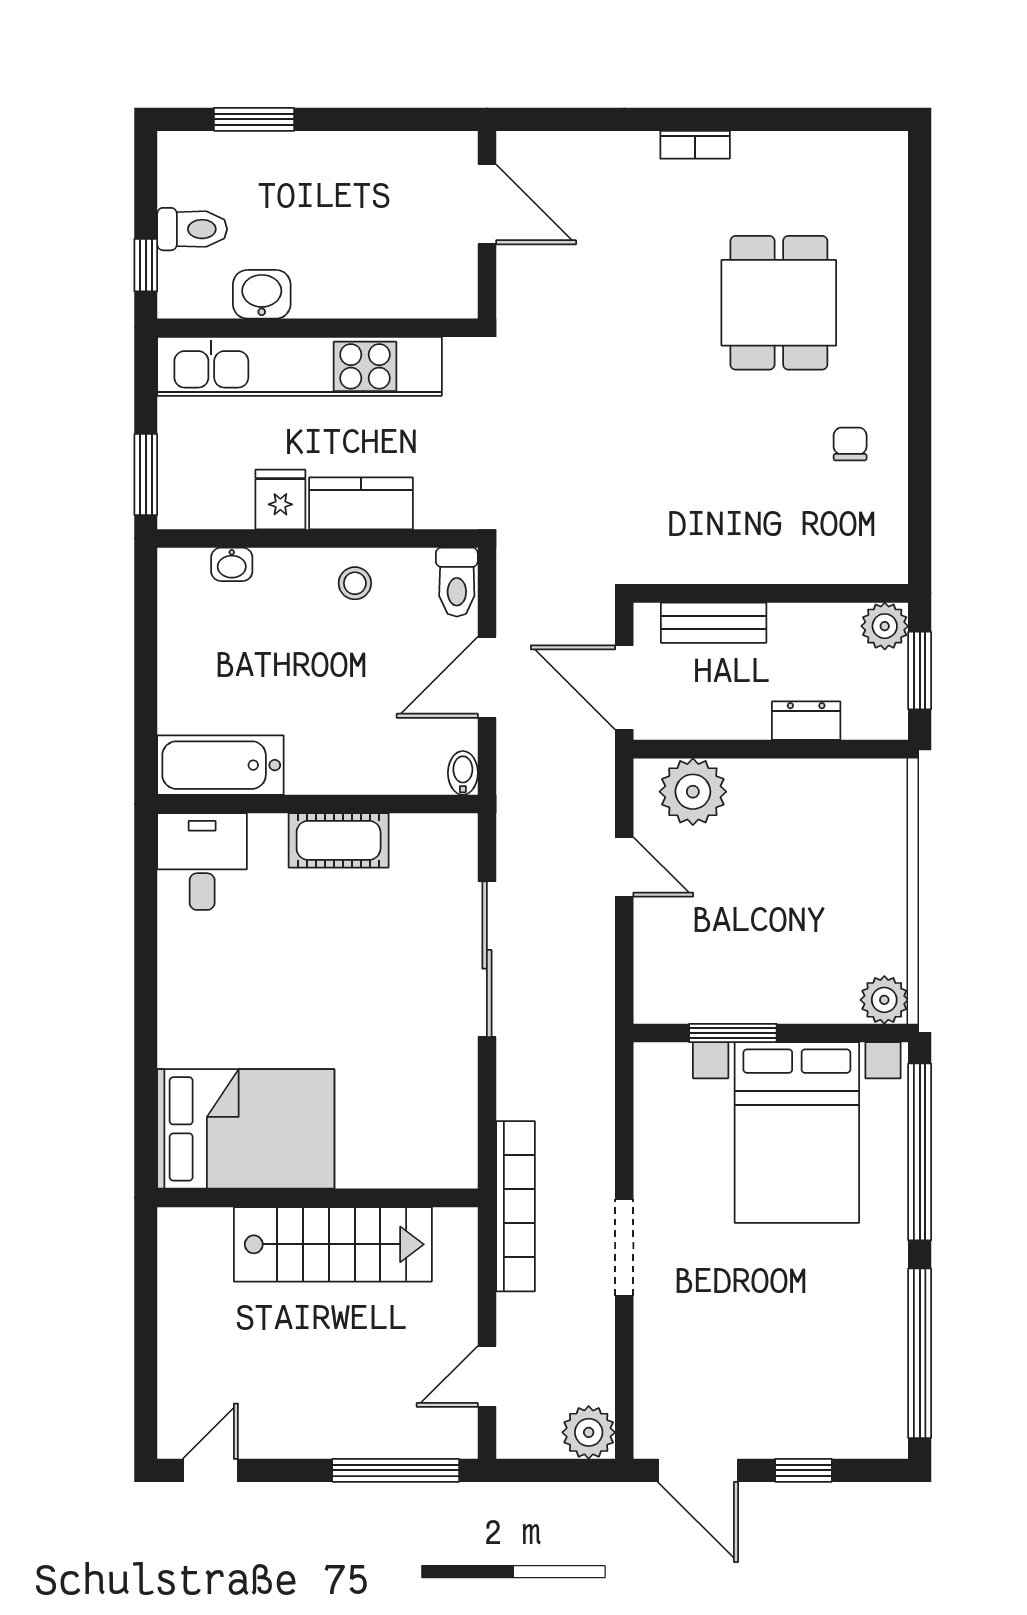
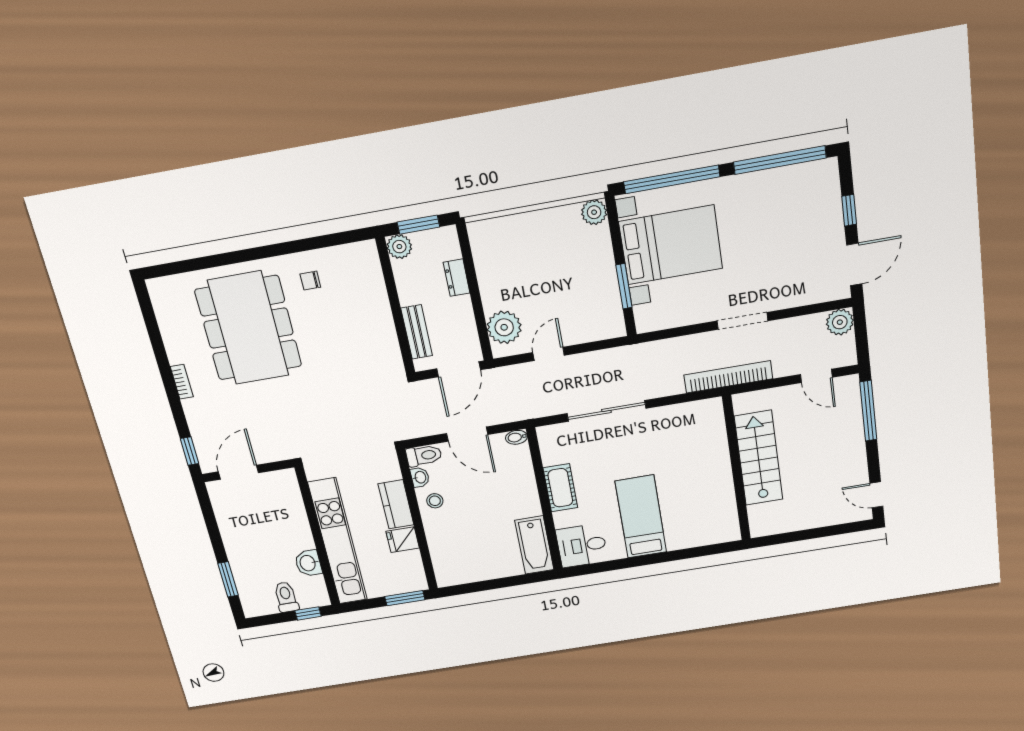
window: (549, 119) -> (190, 451), added
dining table: (779, 303) -> (248, 328), width x1.88, depth x1.24
washbasin: (232, 564) -> (420, 477), moved
bed: (246, 1129) -> (641, 517), moved, width x0.67

